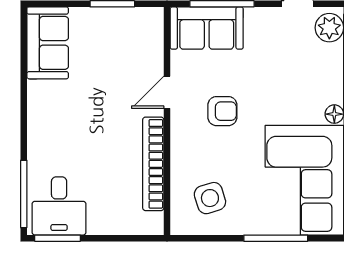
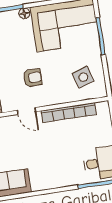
armchair: (222, 111) -> (32, 78), turned 90

